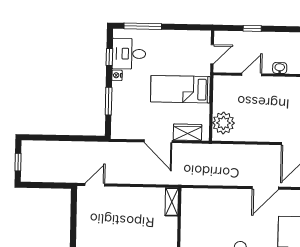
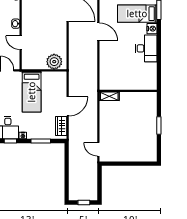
wardrobe: (187, 132) -> (61, 126), moved

